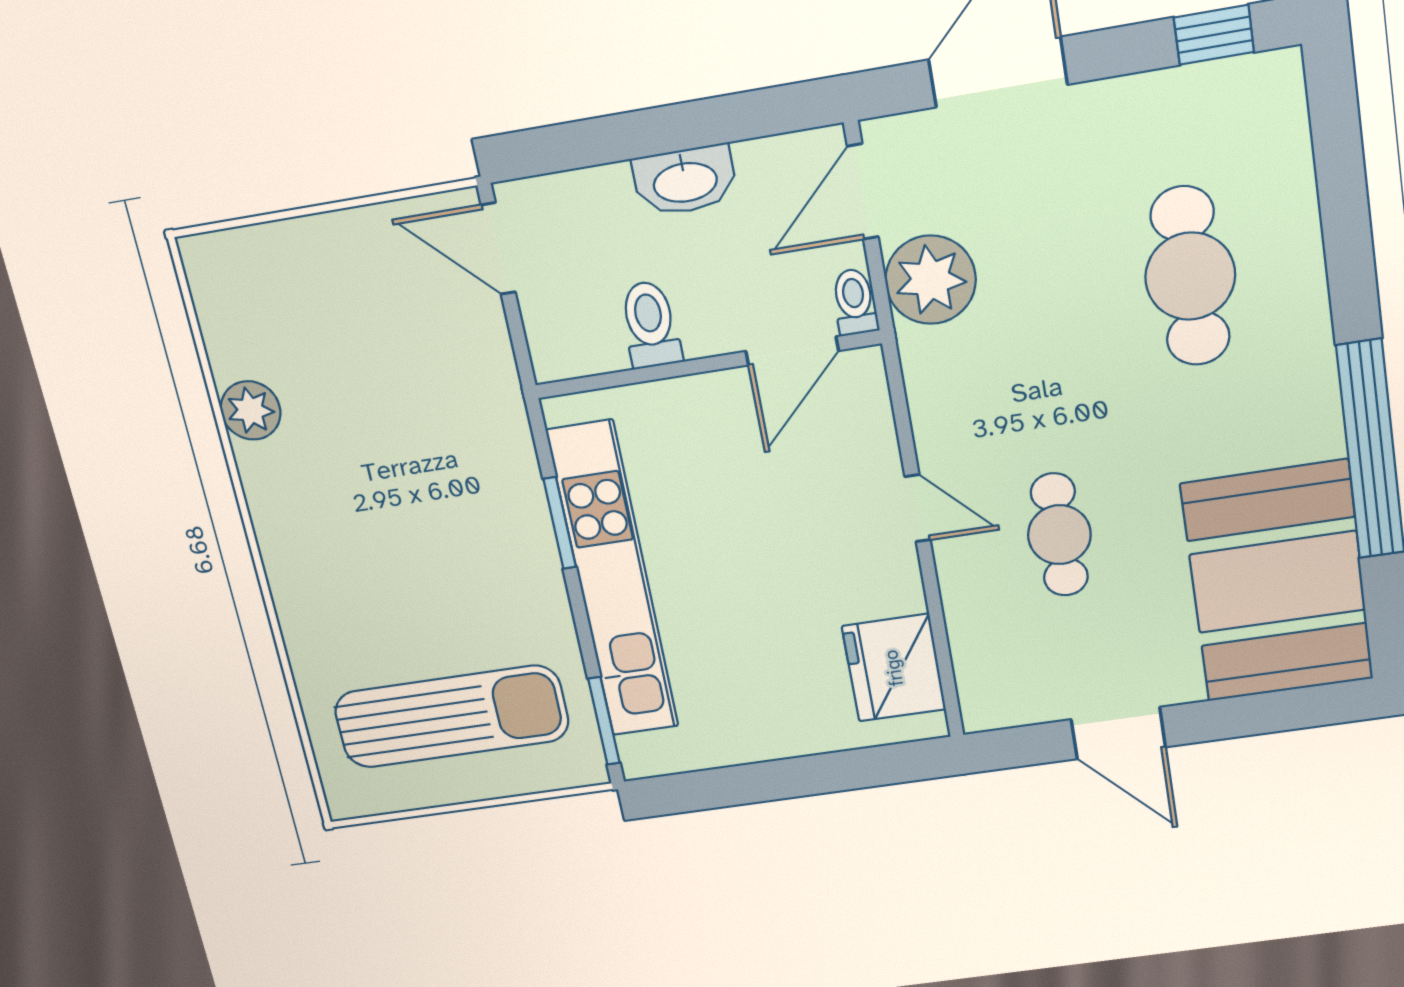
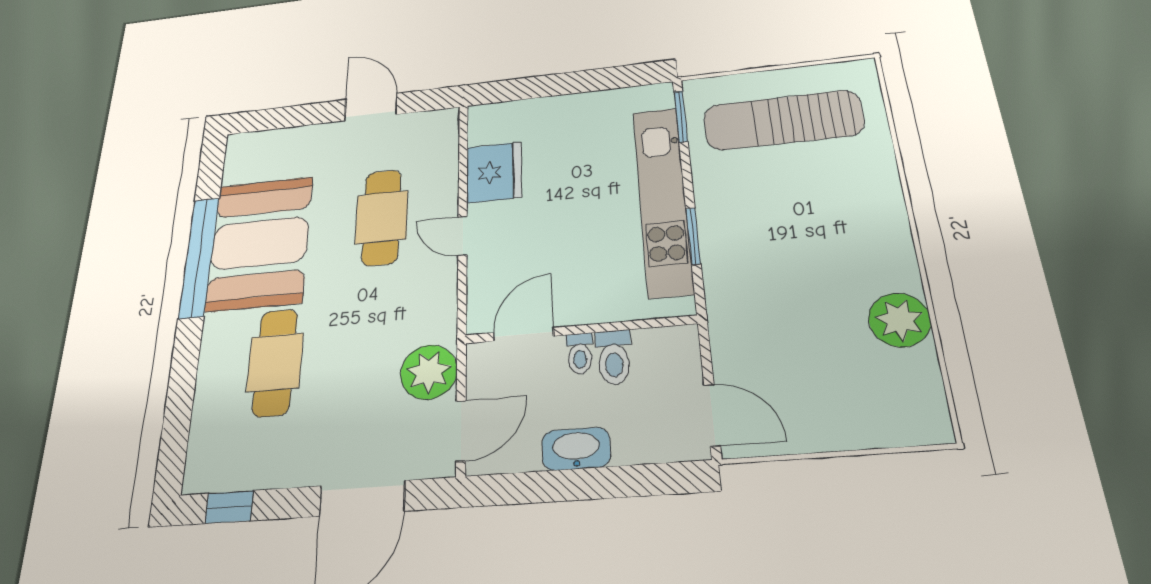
toilet: (855, 302) -> (580, 354), moved
plant: (251, 410) -> (899, 320), width x1.36, depth x1.36
cafe table: (1059, 535) -> (382, 217), width x1.37, depth x1.35
booth: (1277, 582) -> (260, 243), moved
fridge: (894, 668) -> (494, 172), moved

